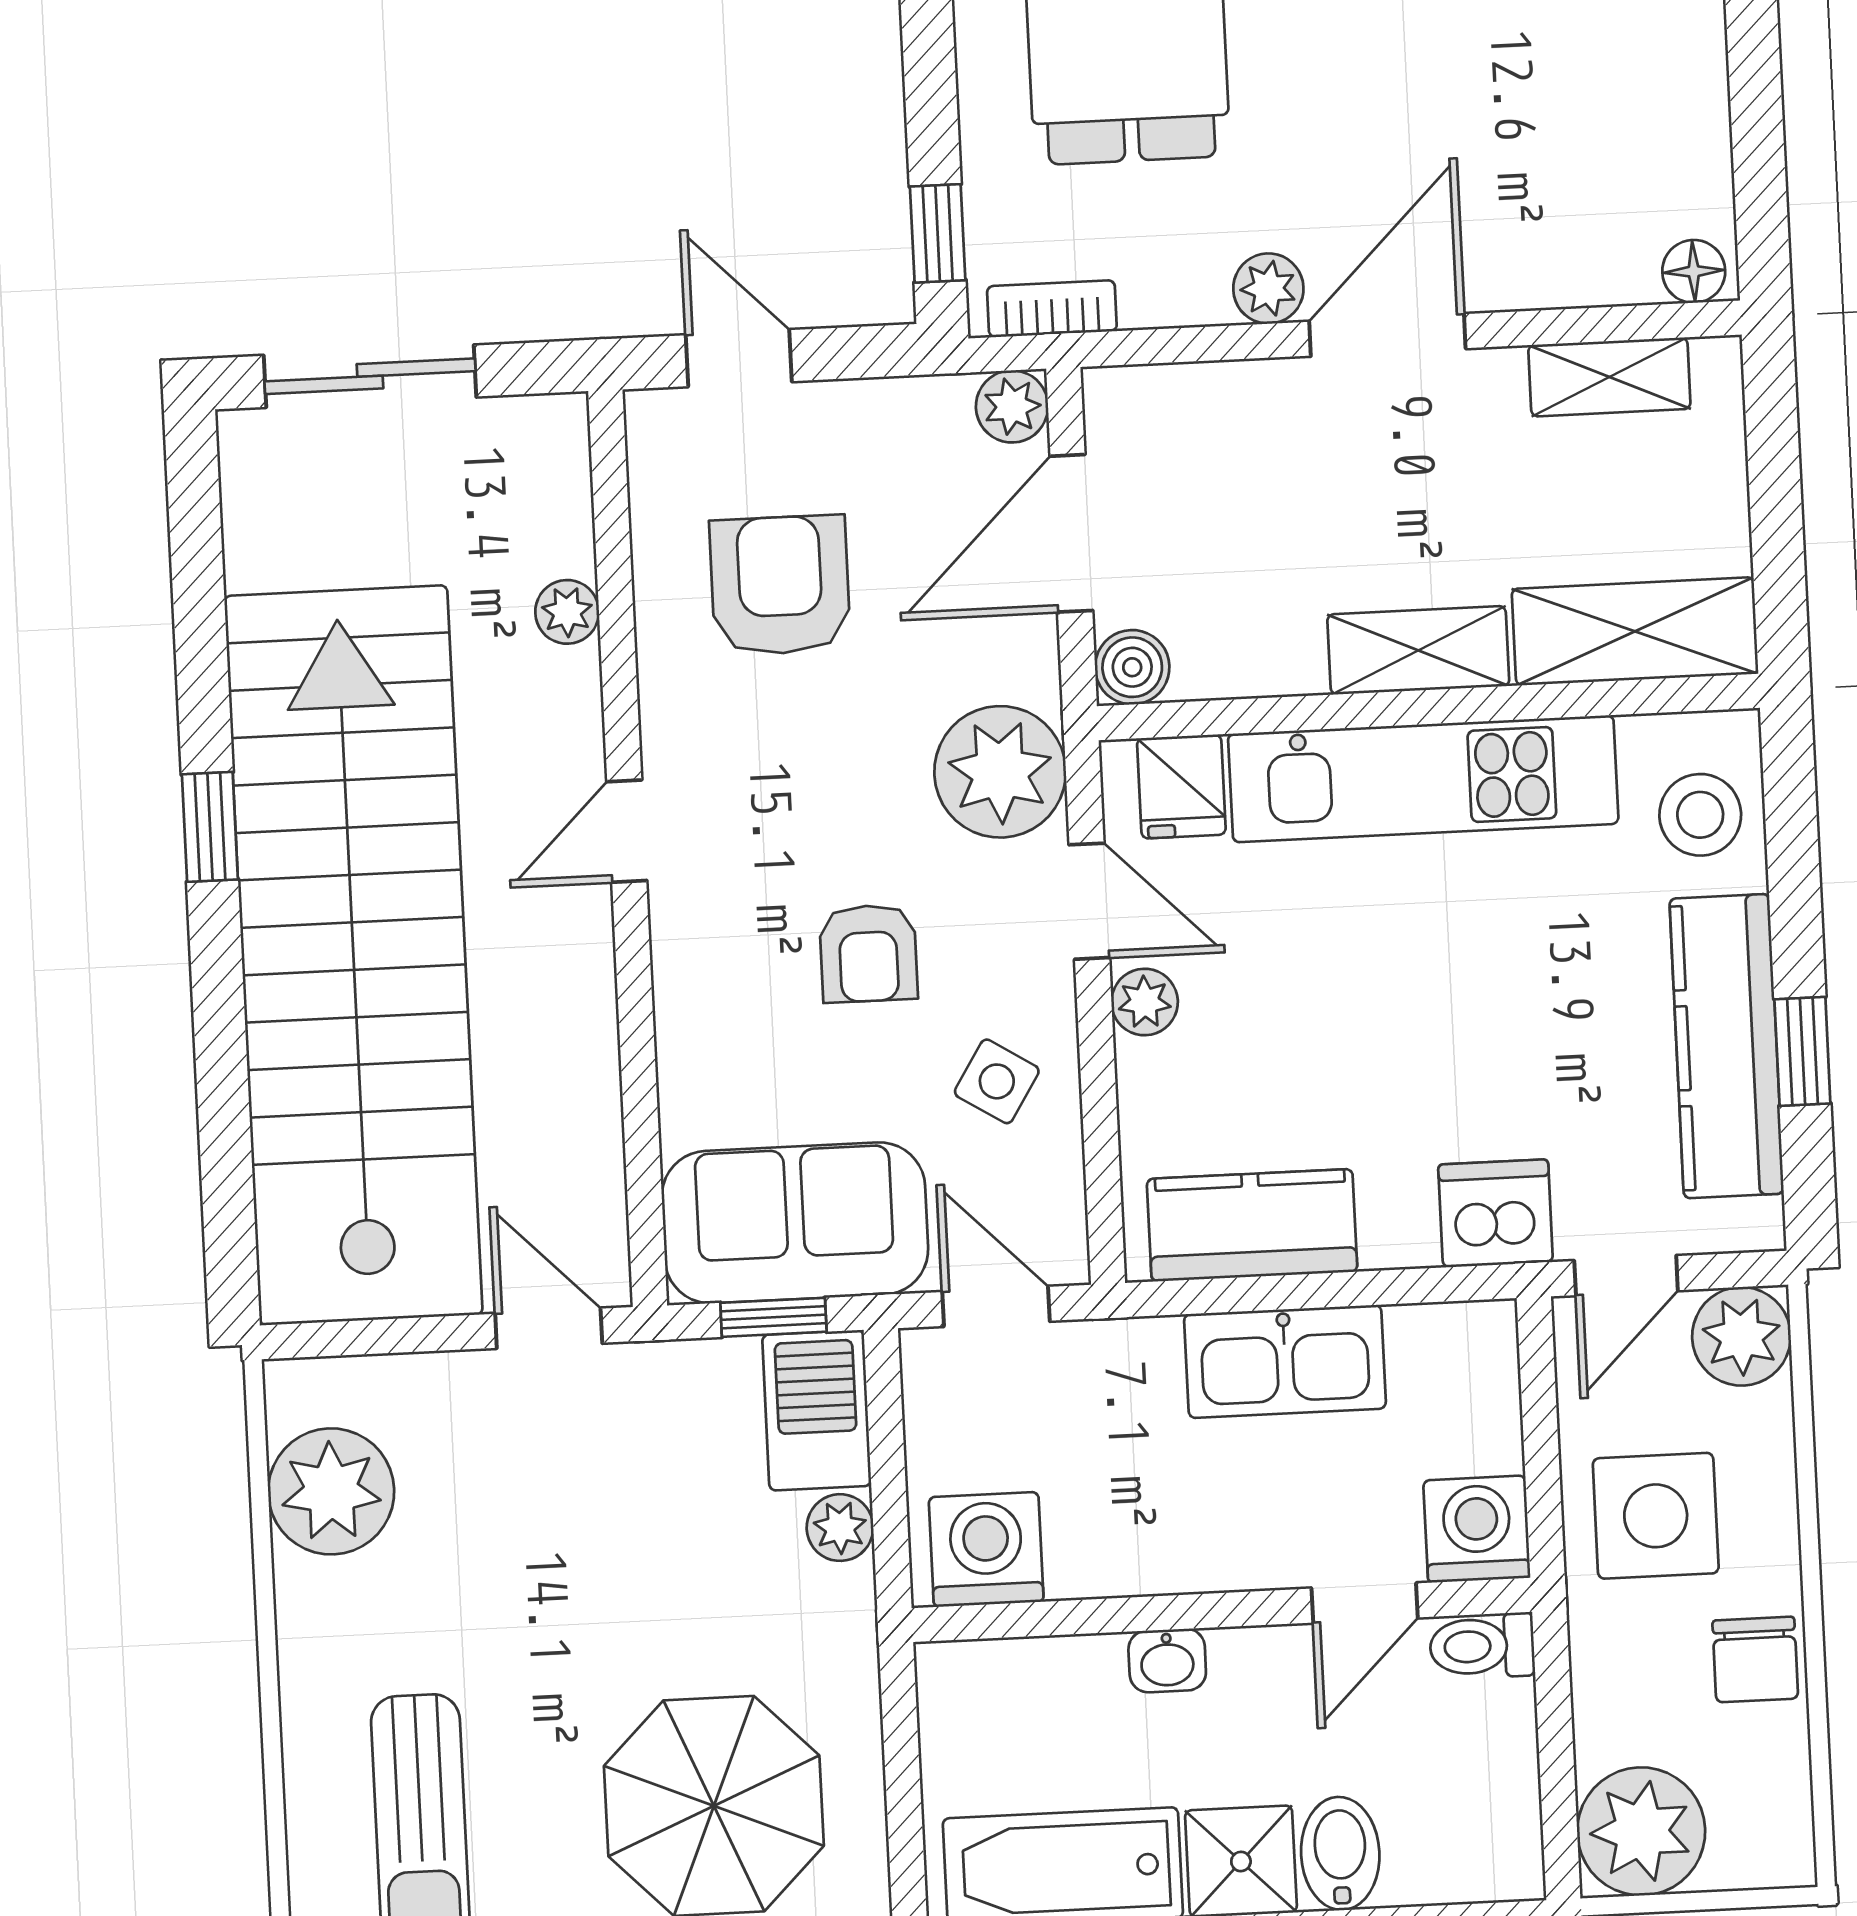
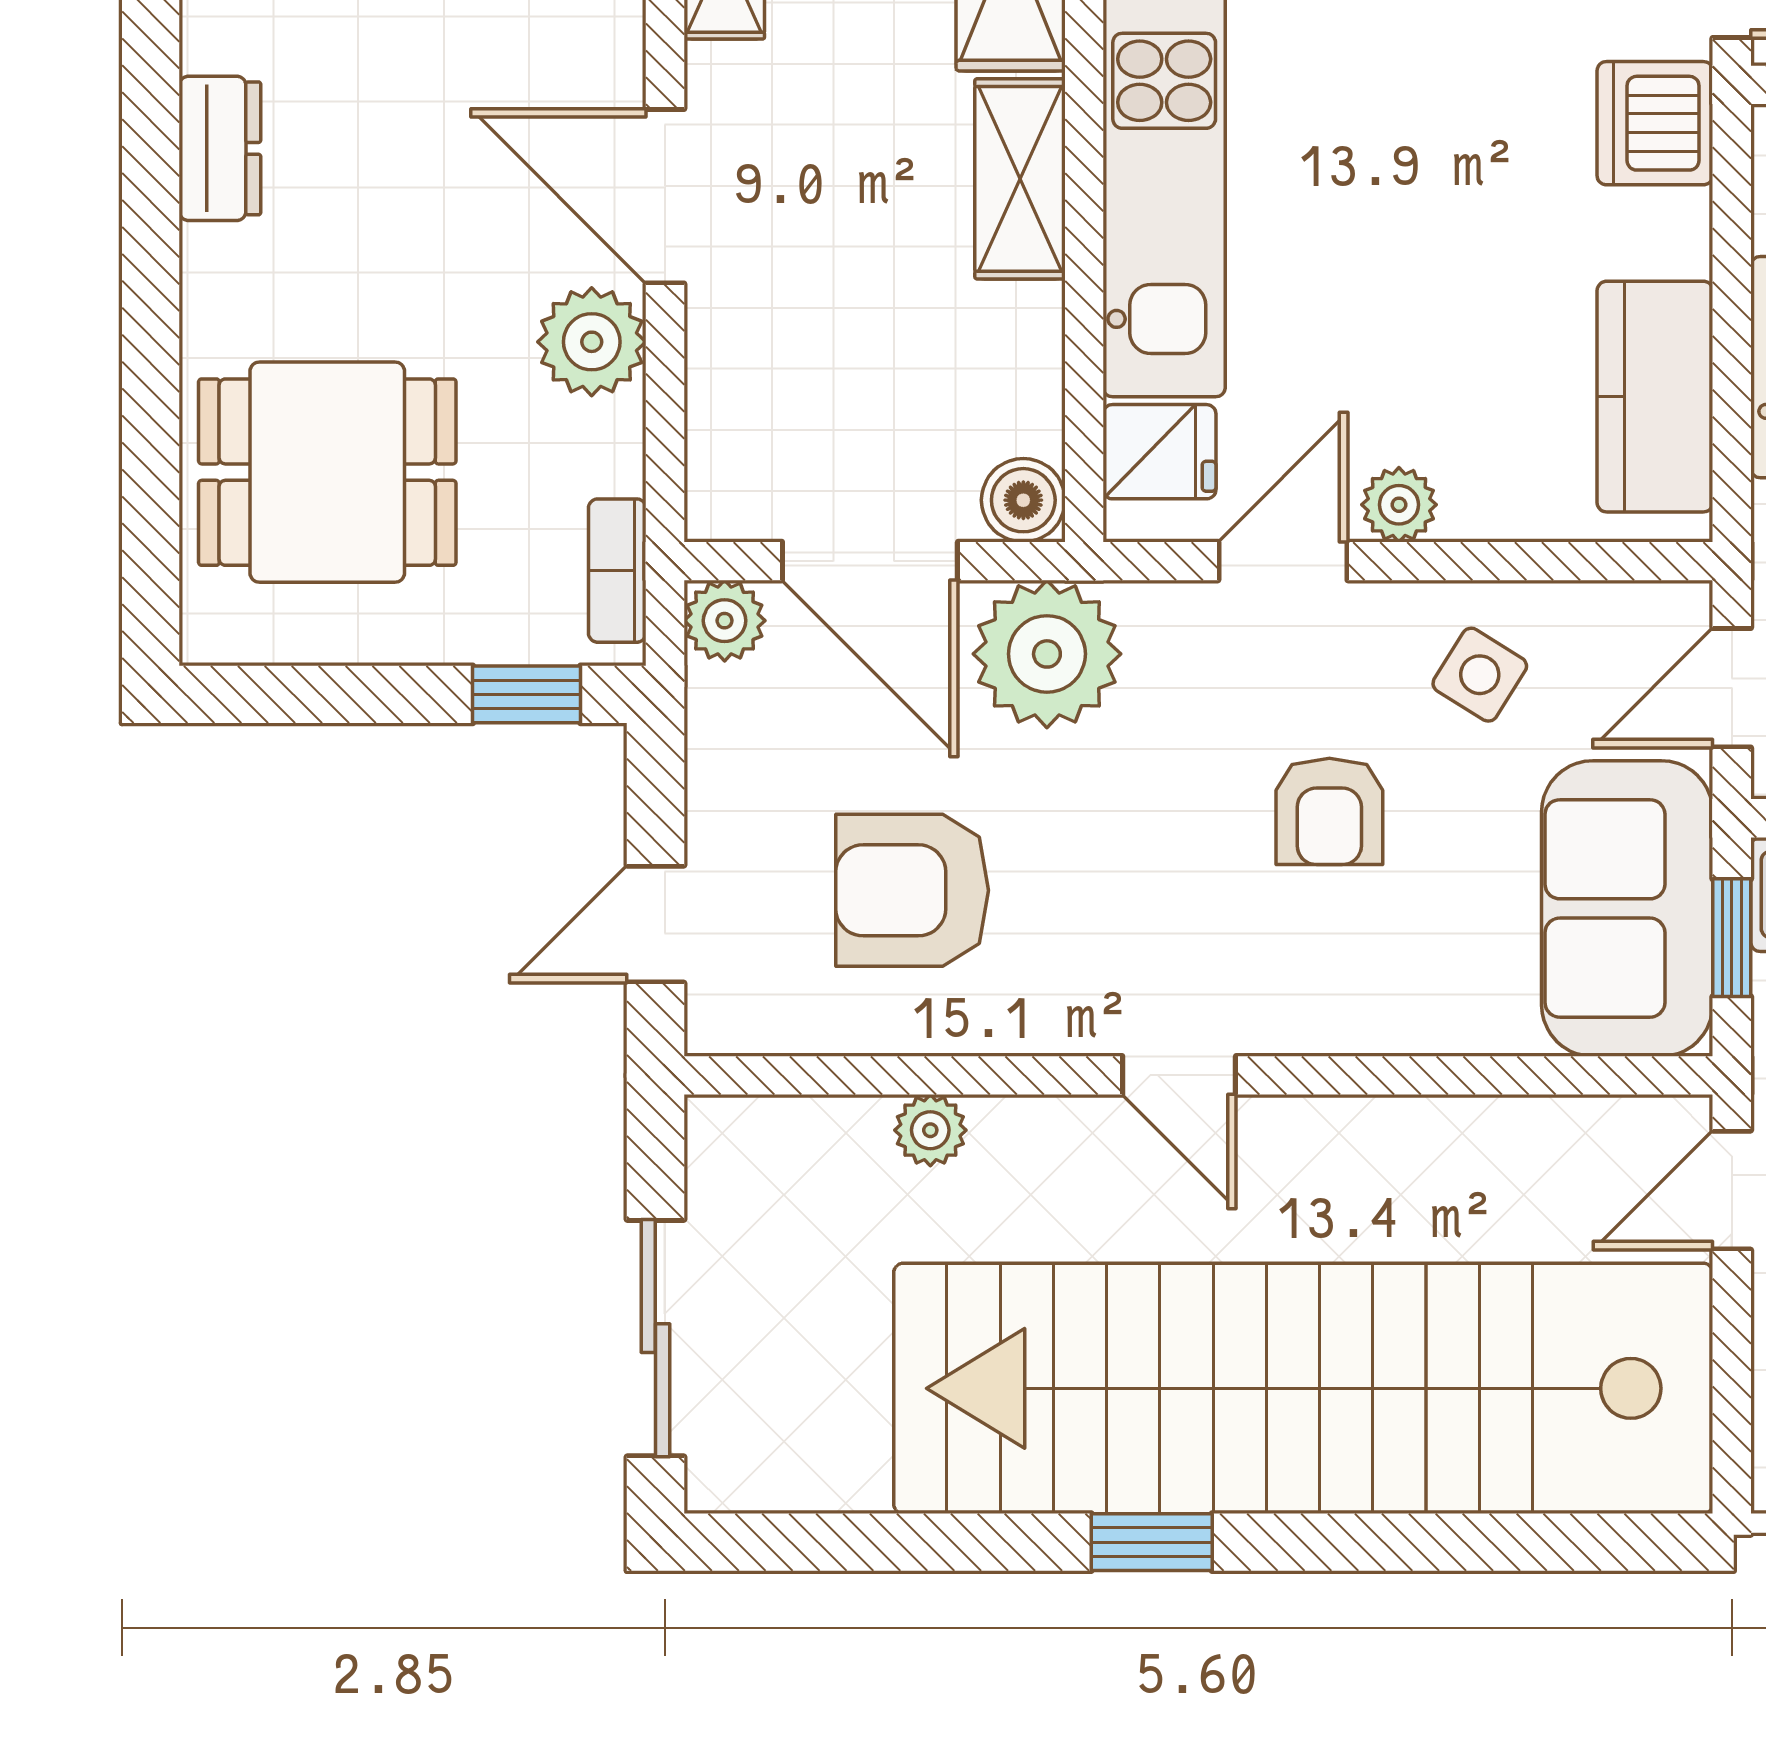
plant: (1268, 289) -> (592, 342), width x1.38, depth x1.38
plant: (1000, 772) -> (1047, 654), moved
armchair: (868, 953) -> (1329, 811), turned 90

